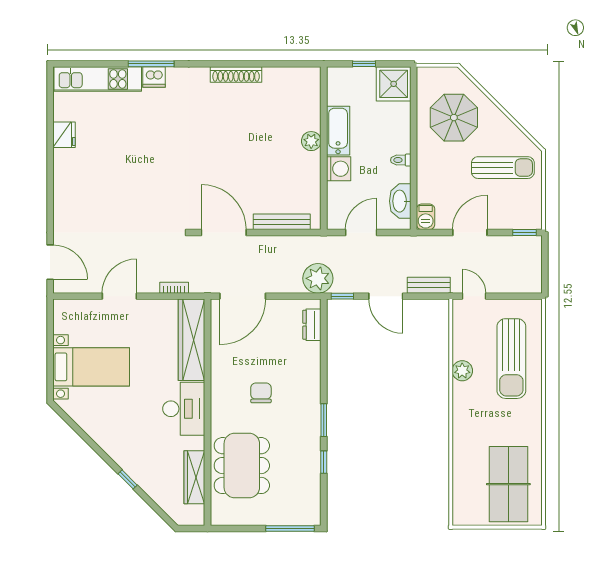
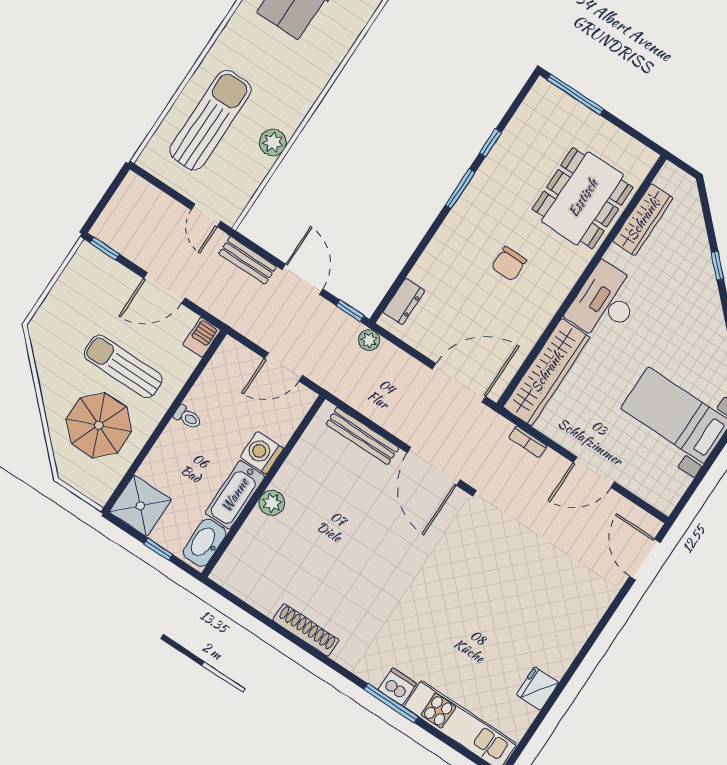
sun lounger: (503, 168) -> (123, 366), moved
washbasin: (400, 201) -> (205, 543), moved, turned 180
plant: (318, 278) -> (369, 340), width x0.53, depth x0.53

